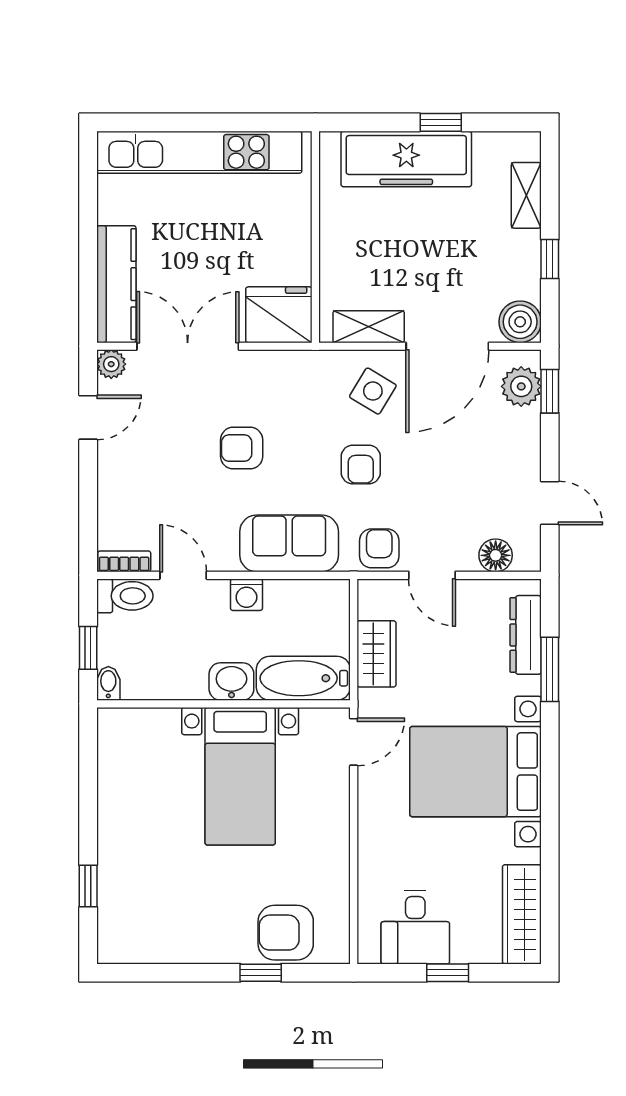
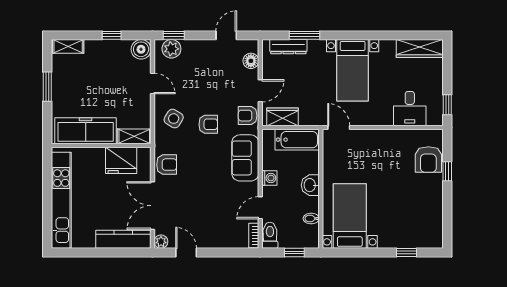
window: (441, 122) -> (47, 87), width x1.50
freezer: (406, 159) -> (86, 131), moved, turned -90
shelving: (526, 195) -> (68, 46), moved
fridge: (279, 315) -> (121, 160), moved, turned -90
shelving: (369, 327) -> (134, 136), moved, turned 90
door: (447, 346) -> (153, 84), width x0.53
armchair: (242, 448) -> (167, 165), moved, turned -90
wardrobe: (376, 654) -> (282, 117), moved
bathtub: (303, 678) -> (297, 140), moved, turned -90
bidet: (108, 683) -> (311, 219), moved
bed with nightstands: (476, 772) -> (353, 70), width x0.73
bed with nightstands: (240, 776) -> (350, 216), moved, turned -90
desk: (415, 927) -> (410, 109), moved, turned 90
window: (448, 973) -> (447, 105), moved

